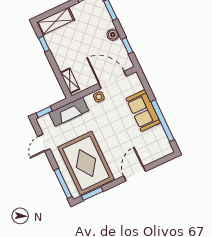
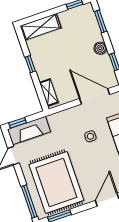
window: (44, 44) -> (30, 64), moved
side table: (99, 97) -> (90, 136), moved
fireplace: (69, 112) -> (29, 130), moved

